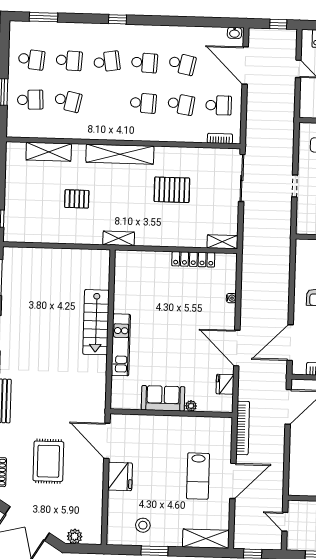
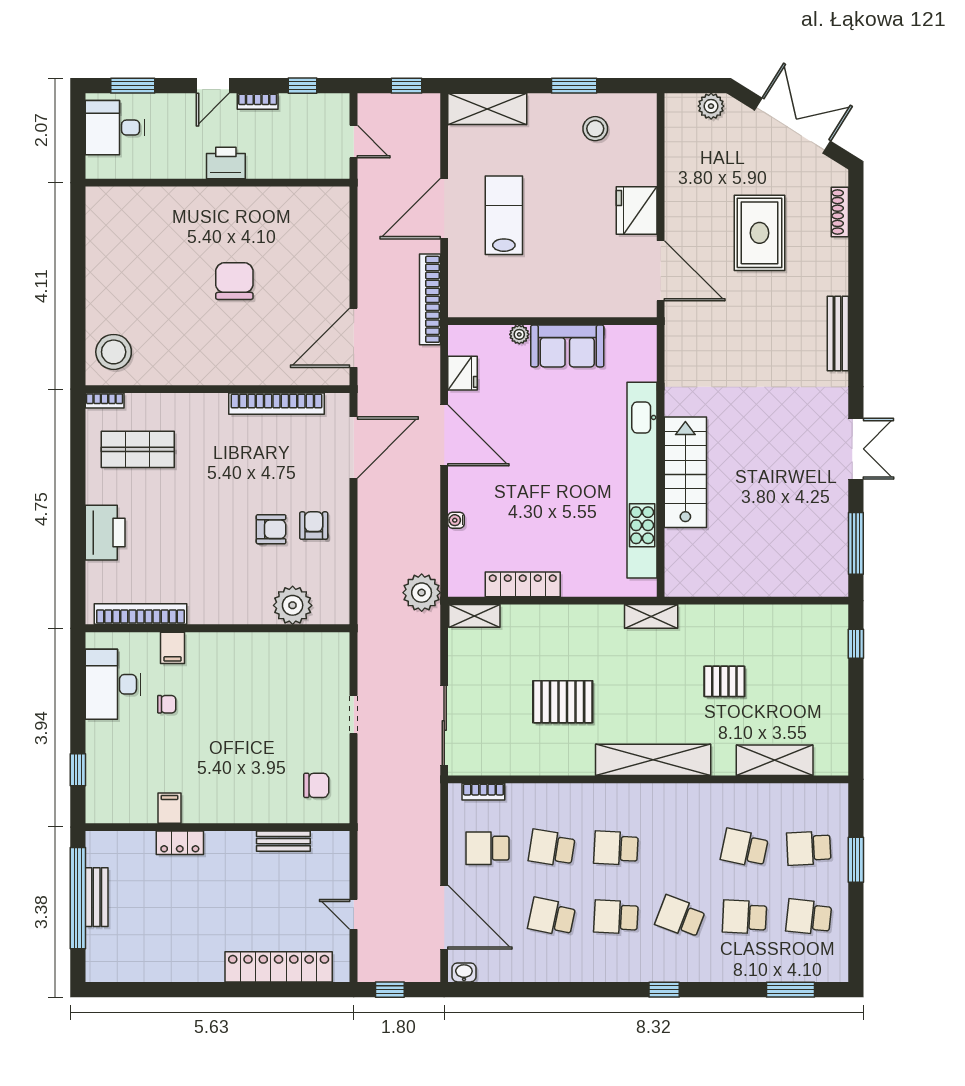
school desk: (107, 62) -> (680, 917), turned 30
plant: (253, 256) -> (422, 593), added
kitchen unit: (121, 345) -> (642, 480), width x1.86

